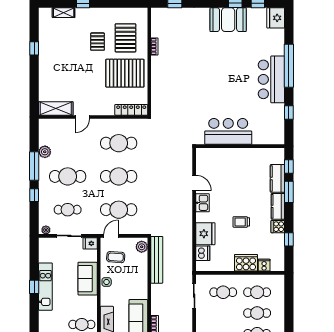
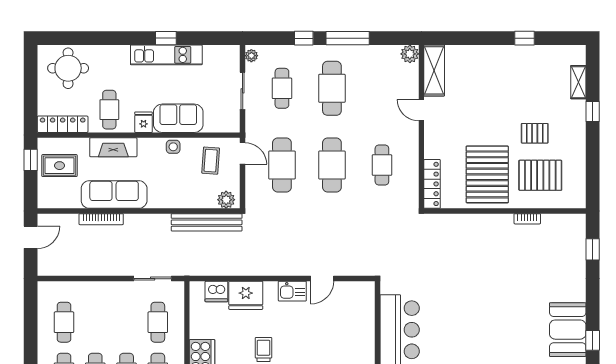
cafe table: (119, 143) -> (382, 165), width x0.73, depth x0.74
plant: (45, 152) -> (410, 54), moved
fridge: (90, 243) -> (144, 122), moved

